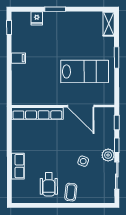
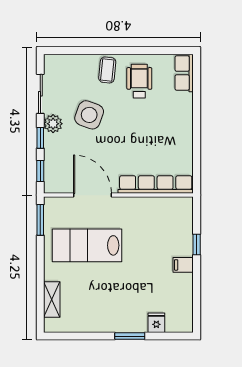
shelving: (109, 24) -> (52, 299), moved
window: (9, 27) -> (197, 245), moved
window: (117, 57) -> (40, 220), moved
side table: (83, 161) -> (89, 115), width x1.87, depth x1.87
row of seats: (18, 166) -> (184, 73), moved

